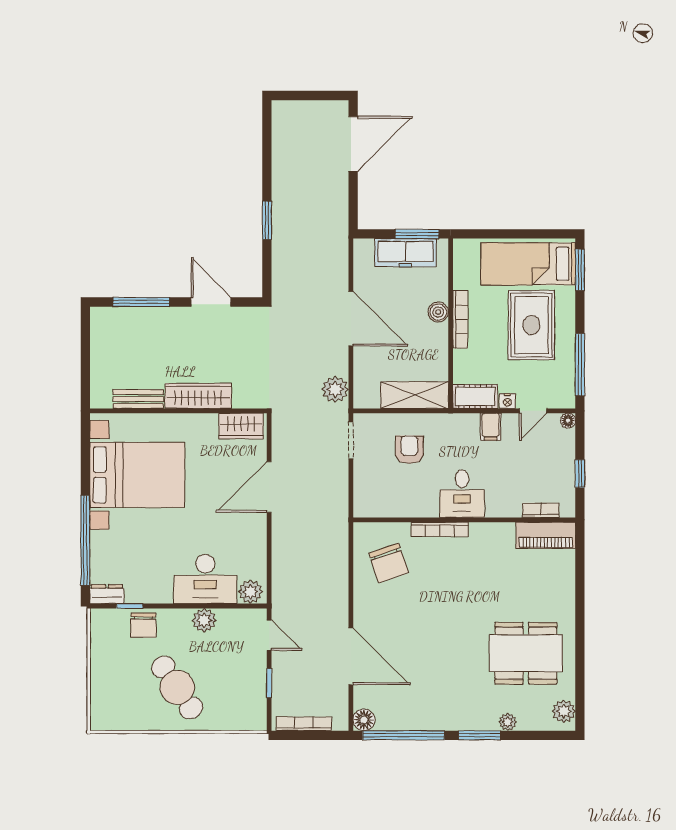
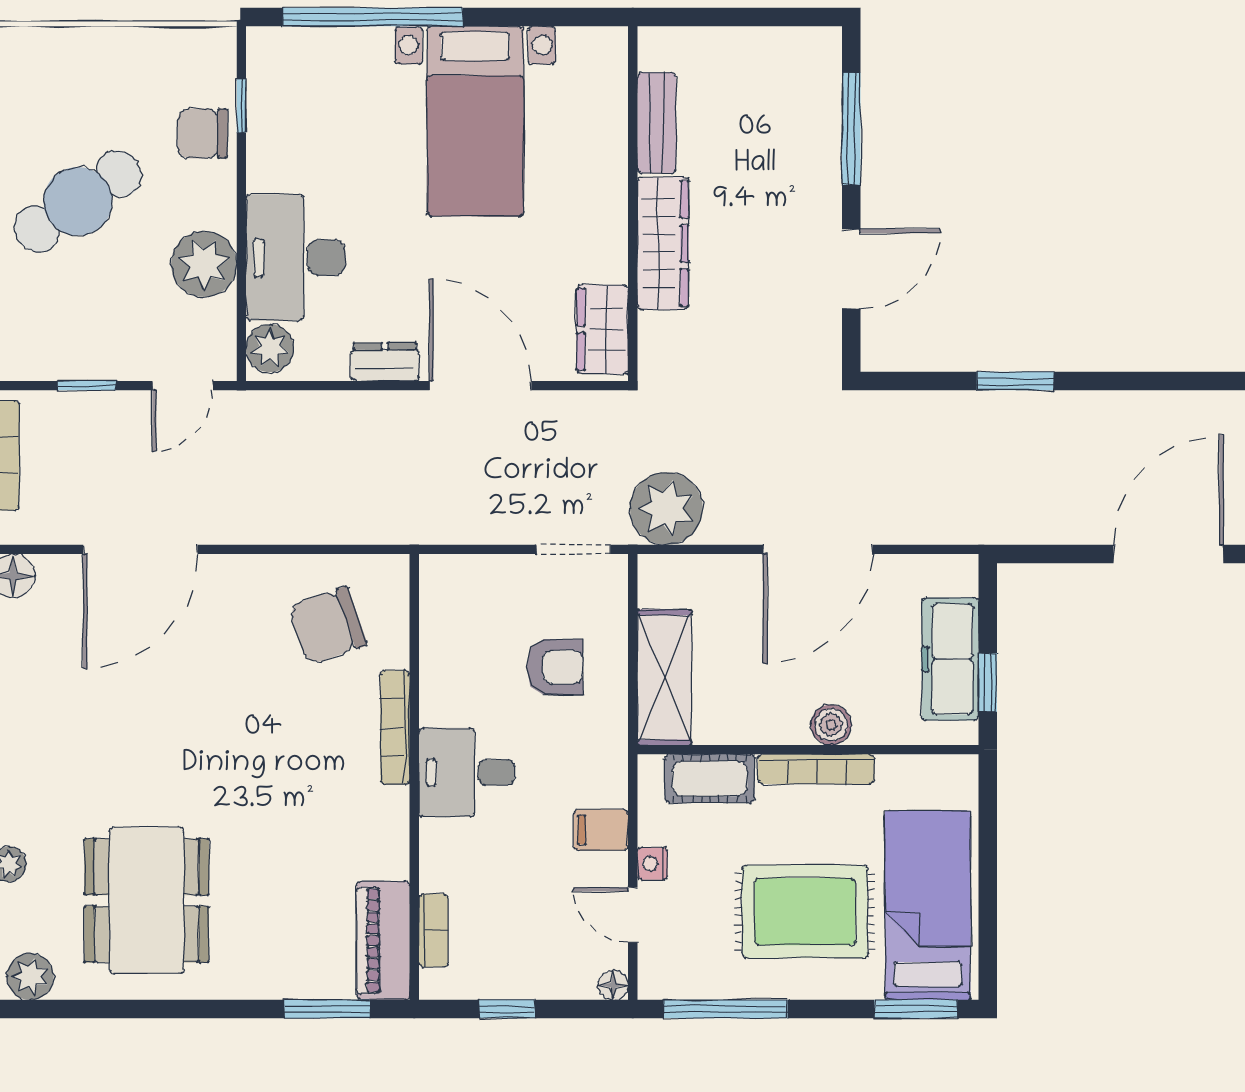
door: (353, 144) -> (1168, 554), swing flipped
window: (417, 234) -> (988, 682), width x0.67
plant: (335, 389) -> (666, 509), width x1.36, depth x1.36
cot: (475, 396) -> (710, 779), moved, turned 90
bed with nightstands: (137, 475) -> (475, 121), width x0.73
window: (580, 563) -> (327, 1009), added
dresser: (107, 594) -> (385, 362), moved, turned -90
plant: (204, 620) -> (204, 264), width x1.36, depth x1.36

